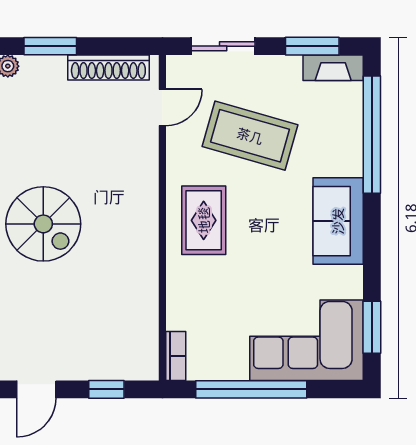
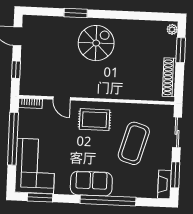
door: (162, 107) -> (62, 98), moved
window: (372, 135) -> (108, 200), moved
spiral stairs: (43, 224) -> (96, 43), turned 180

